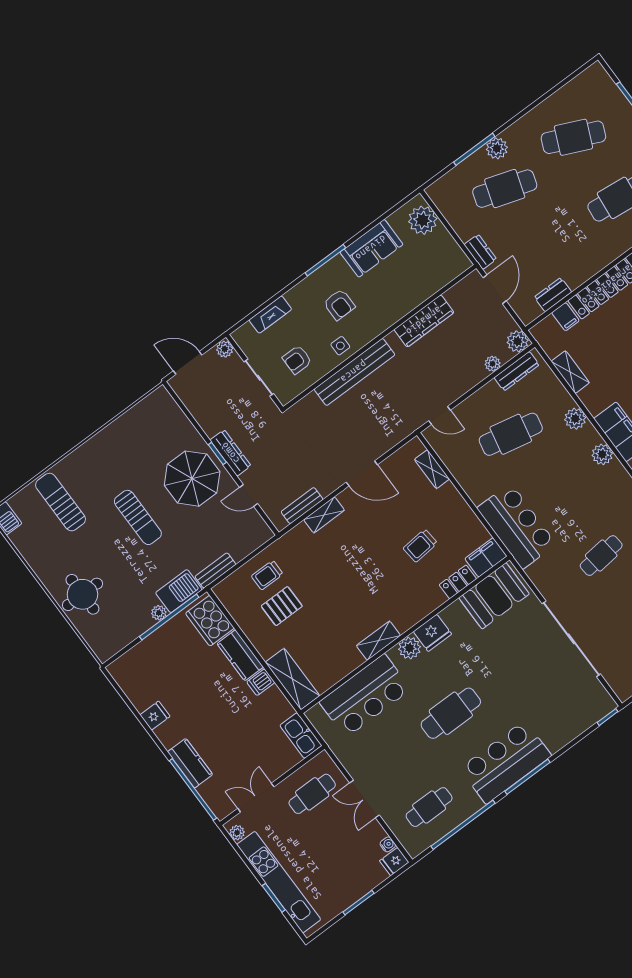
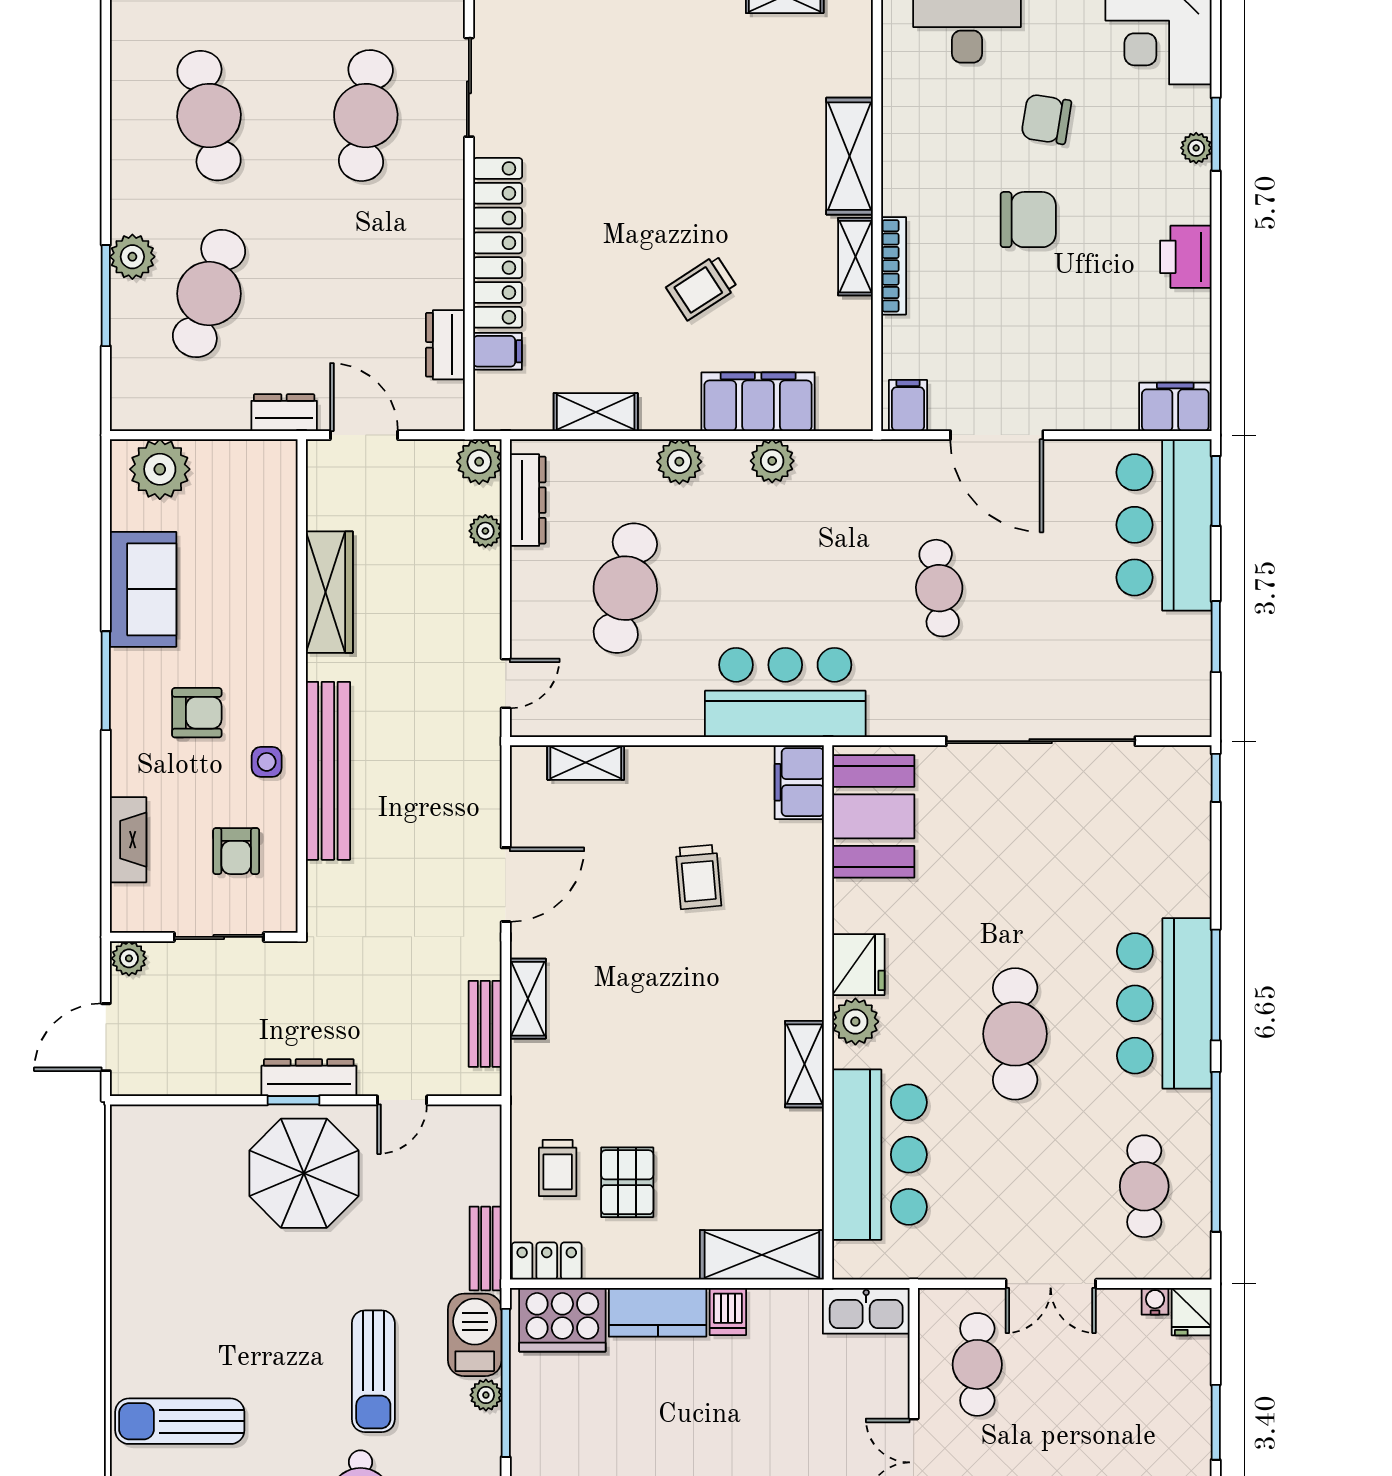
cafe table: (573, 137) -> (209, 116), turned -36
sun lounger: (138, 517) -> (373, 1371), moved, turned 90
locker: (458, 582) -> (547, 1261), moved, turned 90

